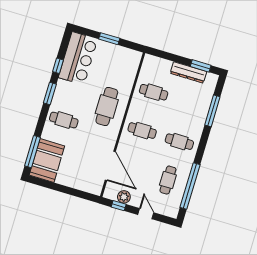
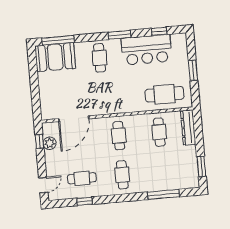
bar counter: (78, 58) -> (147, 50), moved
window: (58, 66) -> (159, 31), moved
dresser: (188, 72) -> (188, 128), moved
cafe table: (107, 106) -> (164, 94), moved
window: (190, 186) -> (84, 201), width x0.32
door: (146, 214) -> (43, 185), moved

